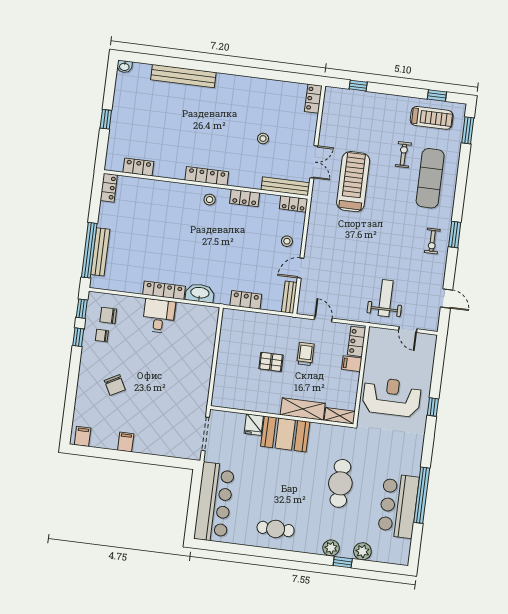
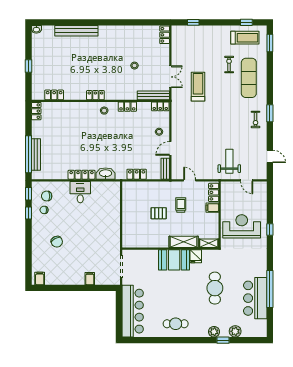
locker: (207, 176) -> (95, 95), width x0.66
treadmill: (353, 182) -> (198, 87), width x0.73, depth x0.73
fridge: (254, 425) -> (196, 256), moved
filing cabinet: (126, 442) -> (90, 279), moved

